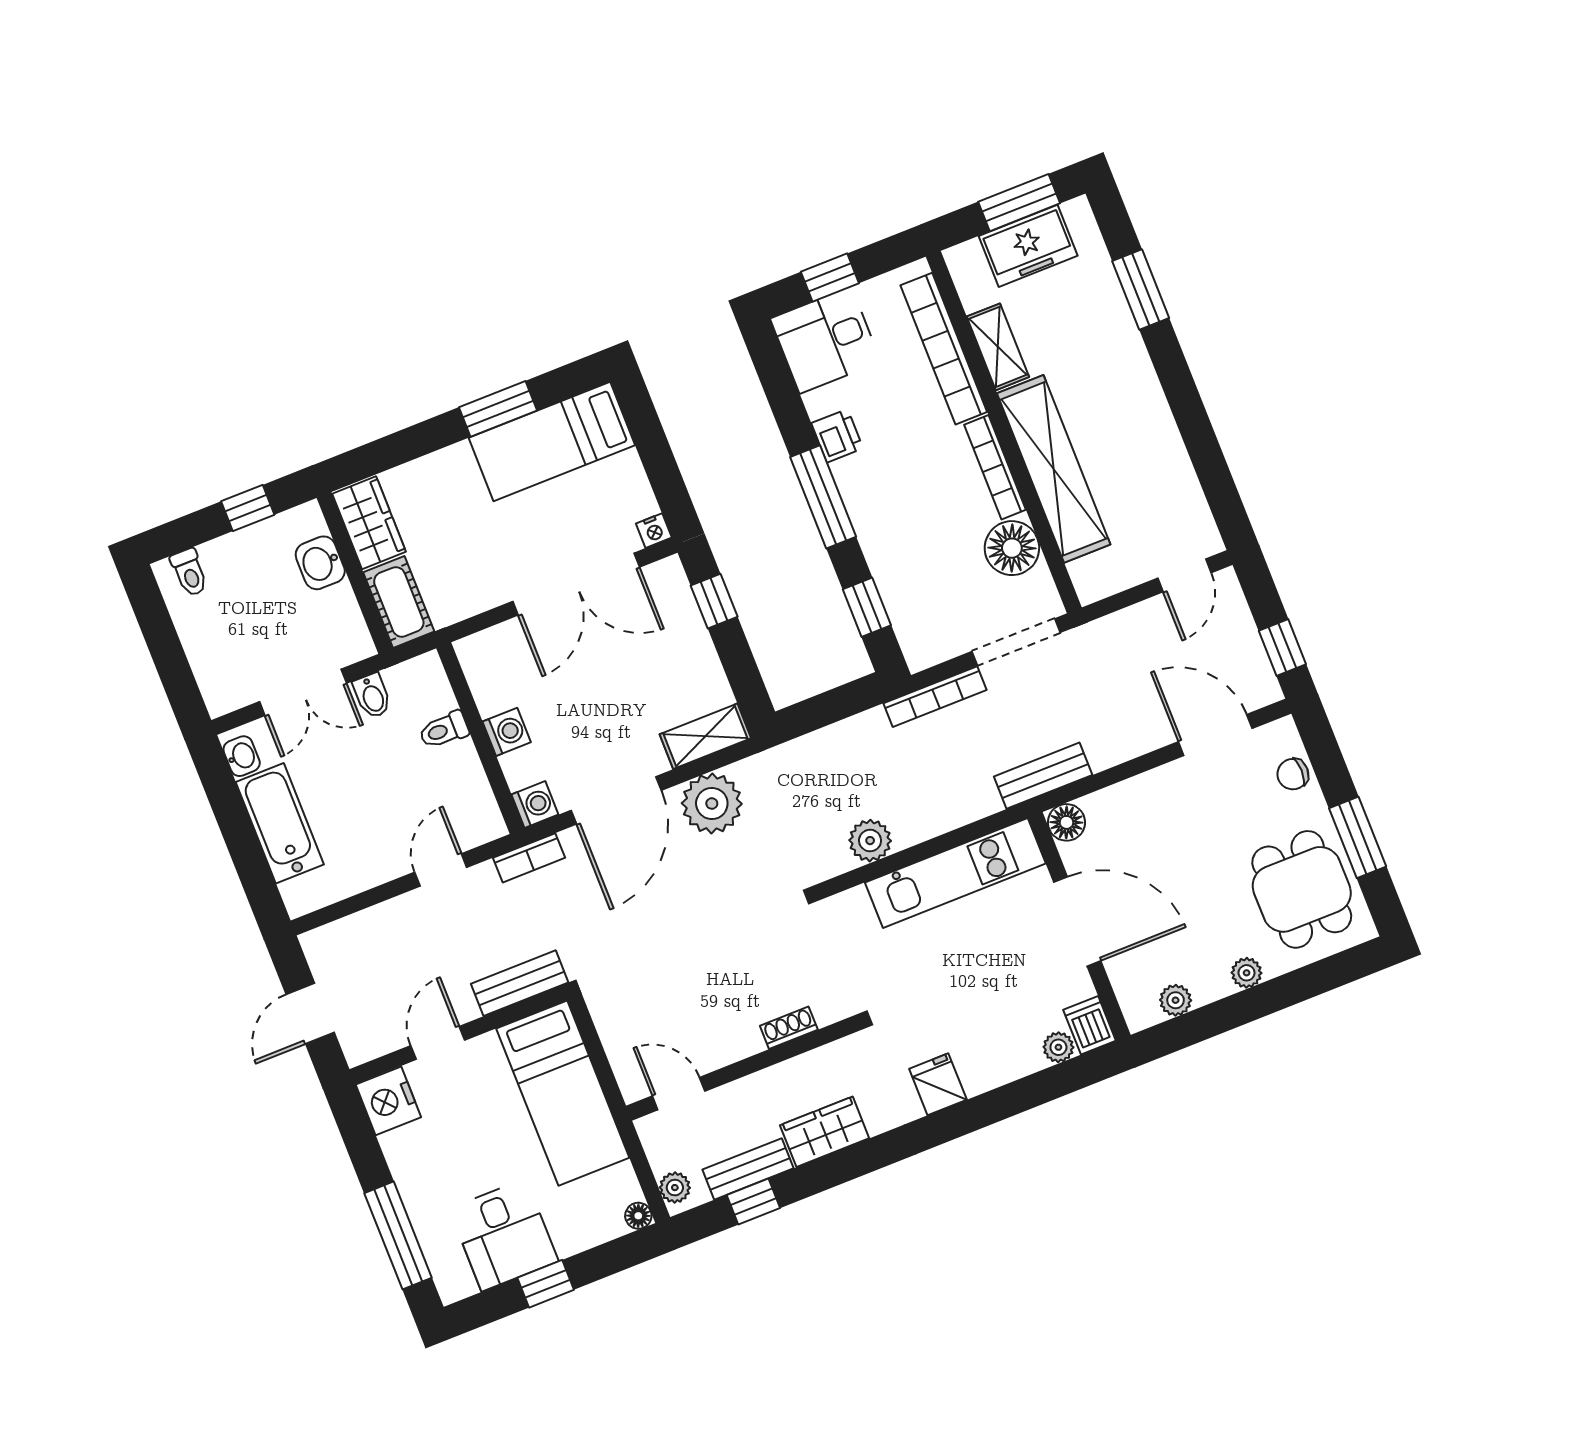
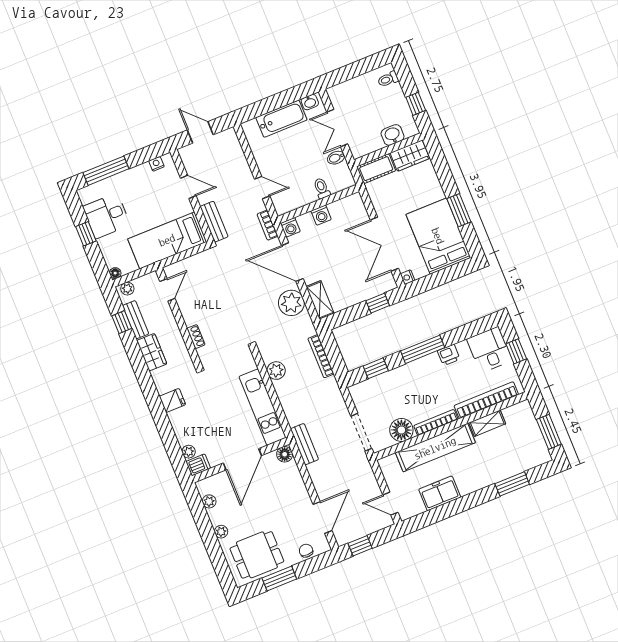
freezer: (1028, 246) -> (440, 493), moved, turned 90
bed: (552, 442) -> (438, 236), width x1.50
bookcase: (935, 697) -> (321, 356), moved
nightstand: (388, 1101) -> (156, 164), width x0.53, depth x0.56

